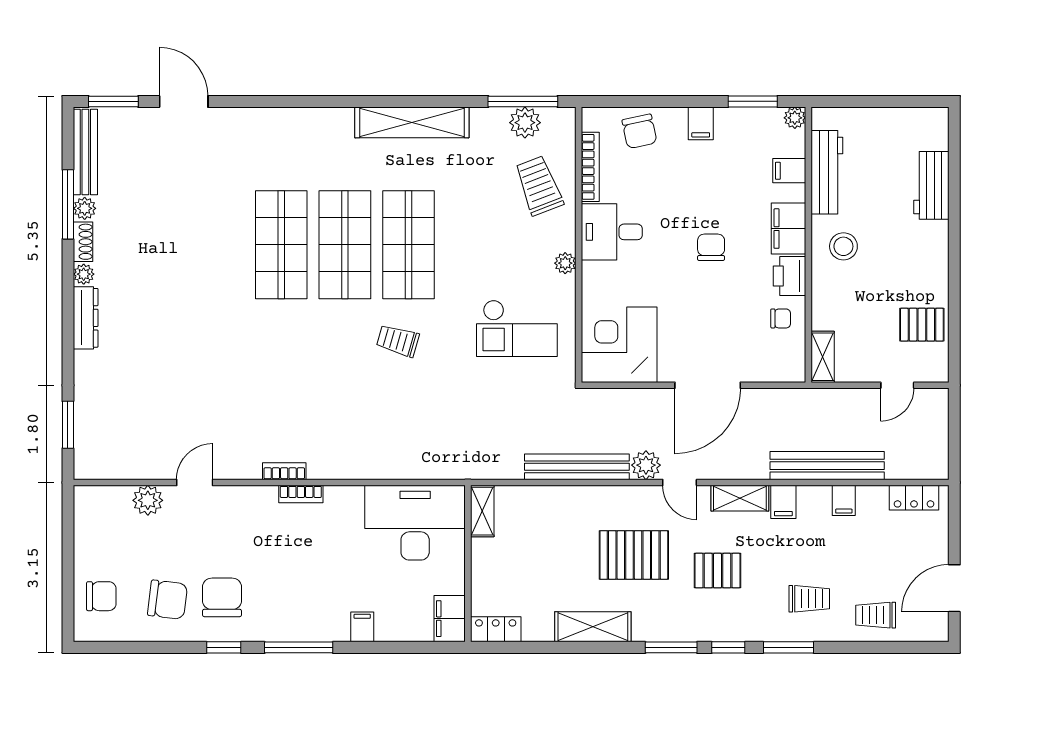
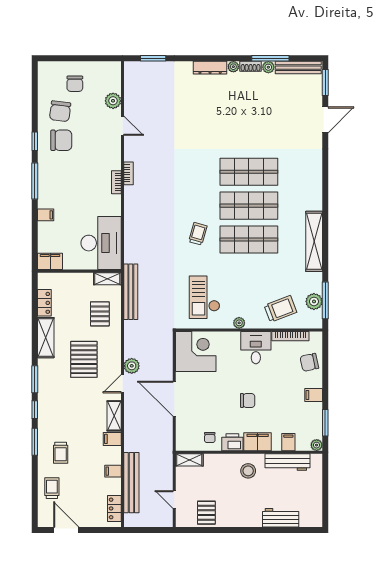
bench: (827, 466) -> (131, 483), moved
bench: (577, 467) -> (131, 292), moved
pallet: (717, 571) -> (100, 314), moved
chair: (101, 596) -> (75, 84), moved
locker: (496, 629) -> (44, 303), moved

